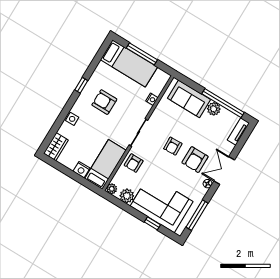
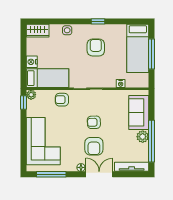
tv unit: (238, 132) -> (132, 167), width x1.41
armchair: (195, 160) -> (94, 146), turned -90
plant: (127, 196) -> (33, 110), removed
window: (152, 223) -> (24, 102), moved

